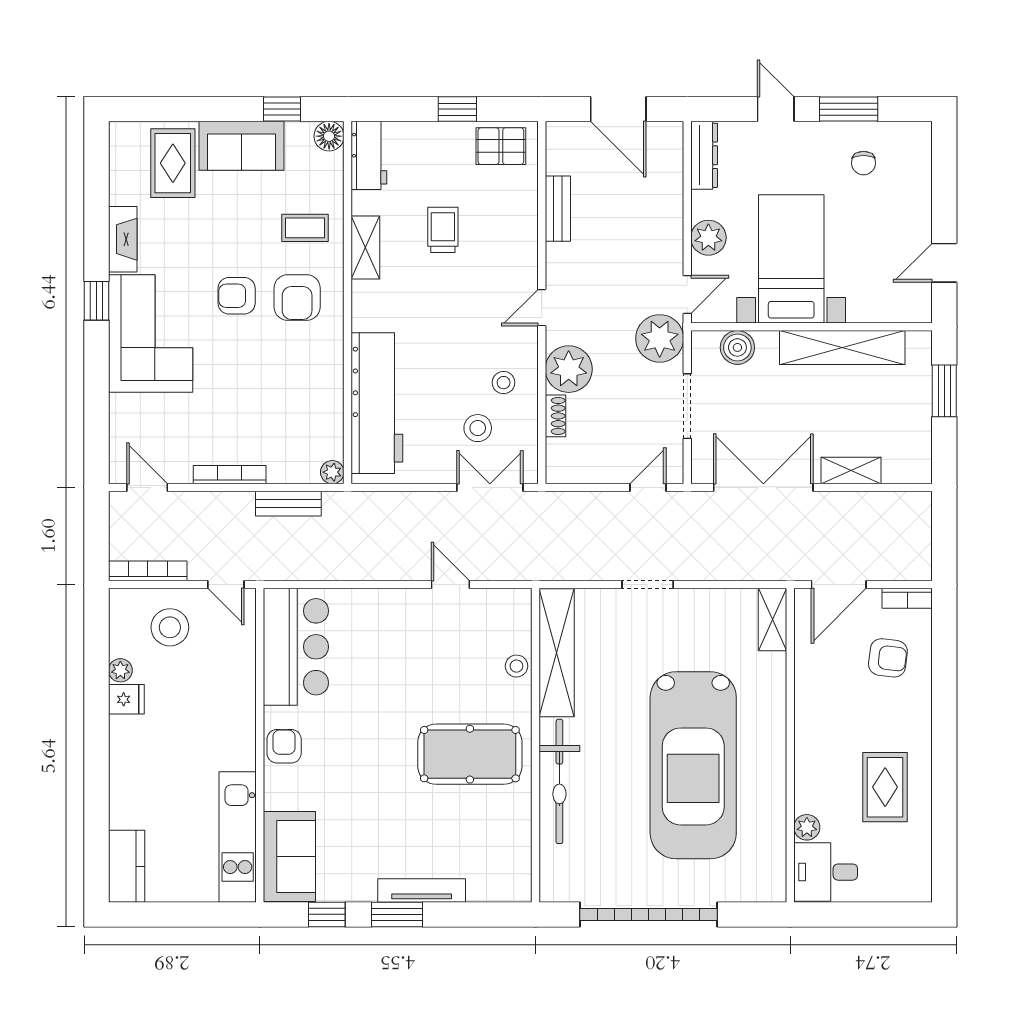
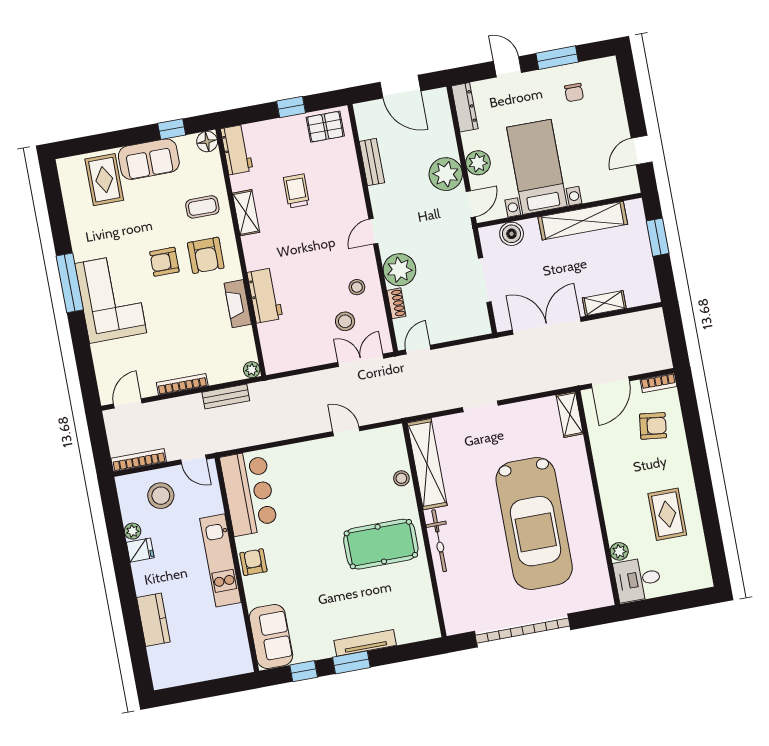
fireplace: (123, 239) -> (238, 304), moved, turned 180
window: (97, 301) -> (70, 283), width x2.17
plant: (660, 338) -> (446, 174), moved
workbench: (377, 403) -> (265, 295), width x0.53, depth x0.76
door: (147, 488) -> (128, 403), hinge flipped
door: (648, 488) -> (418, 350), moved
bicycle: (559, 781) -> (439, 541), width x0.73, depth x0.71
kitchen unit: (238, 837) -> (220, 560), moved
kitchen counter: (127, 866) -> (153, 620), moved

